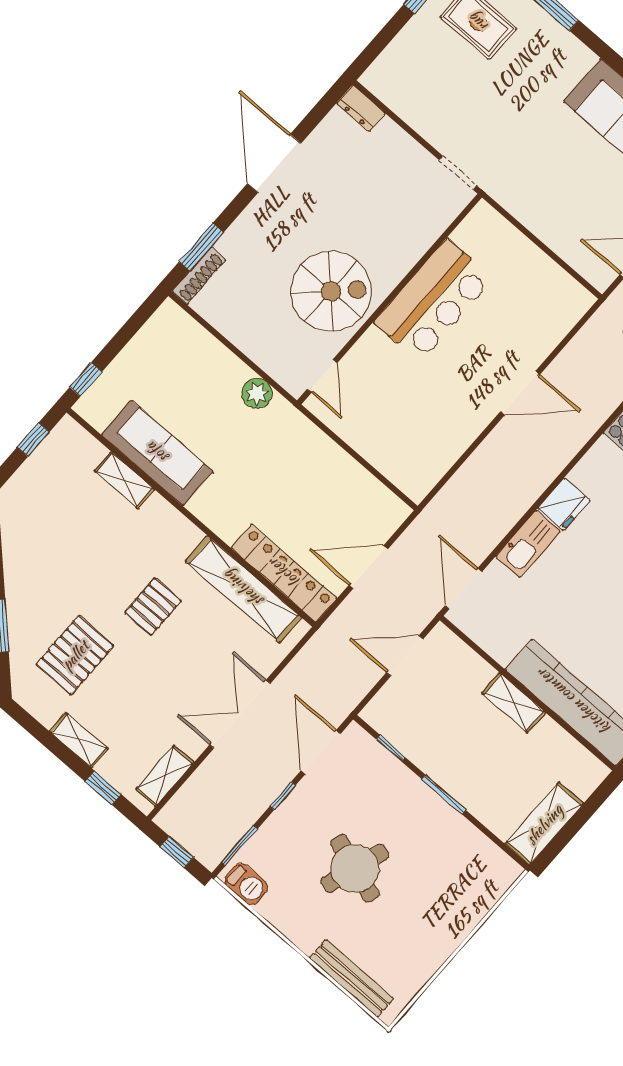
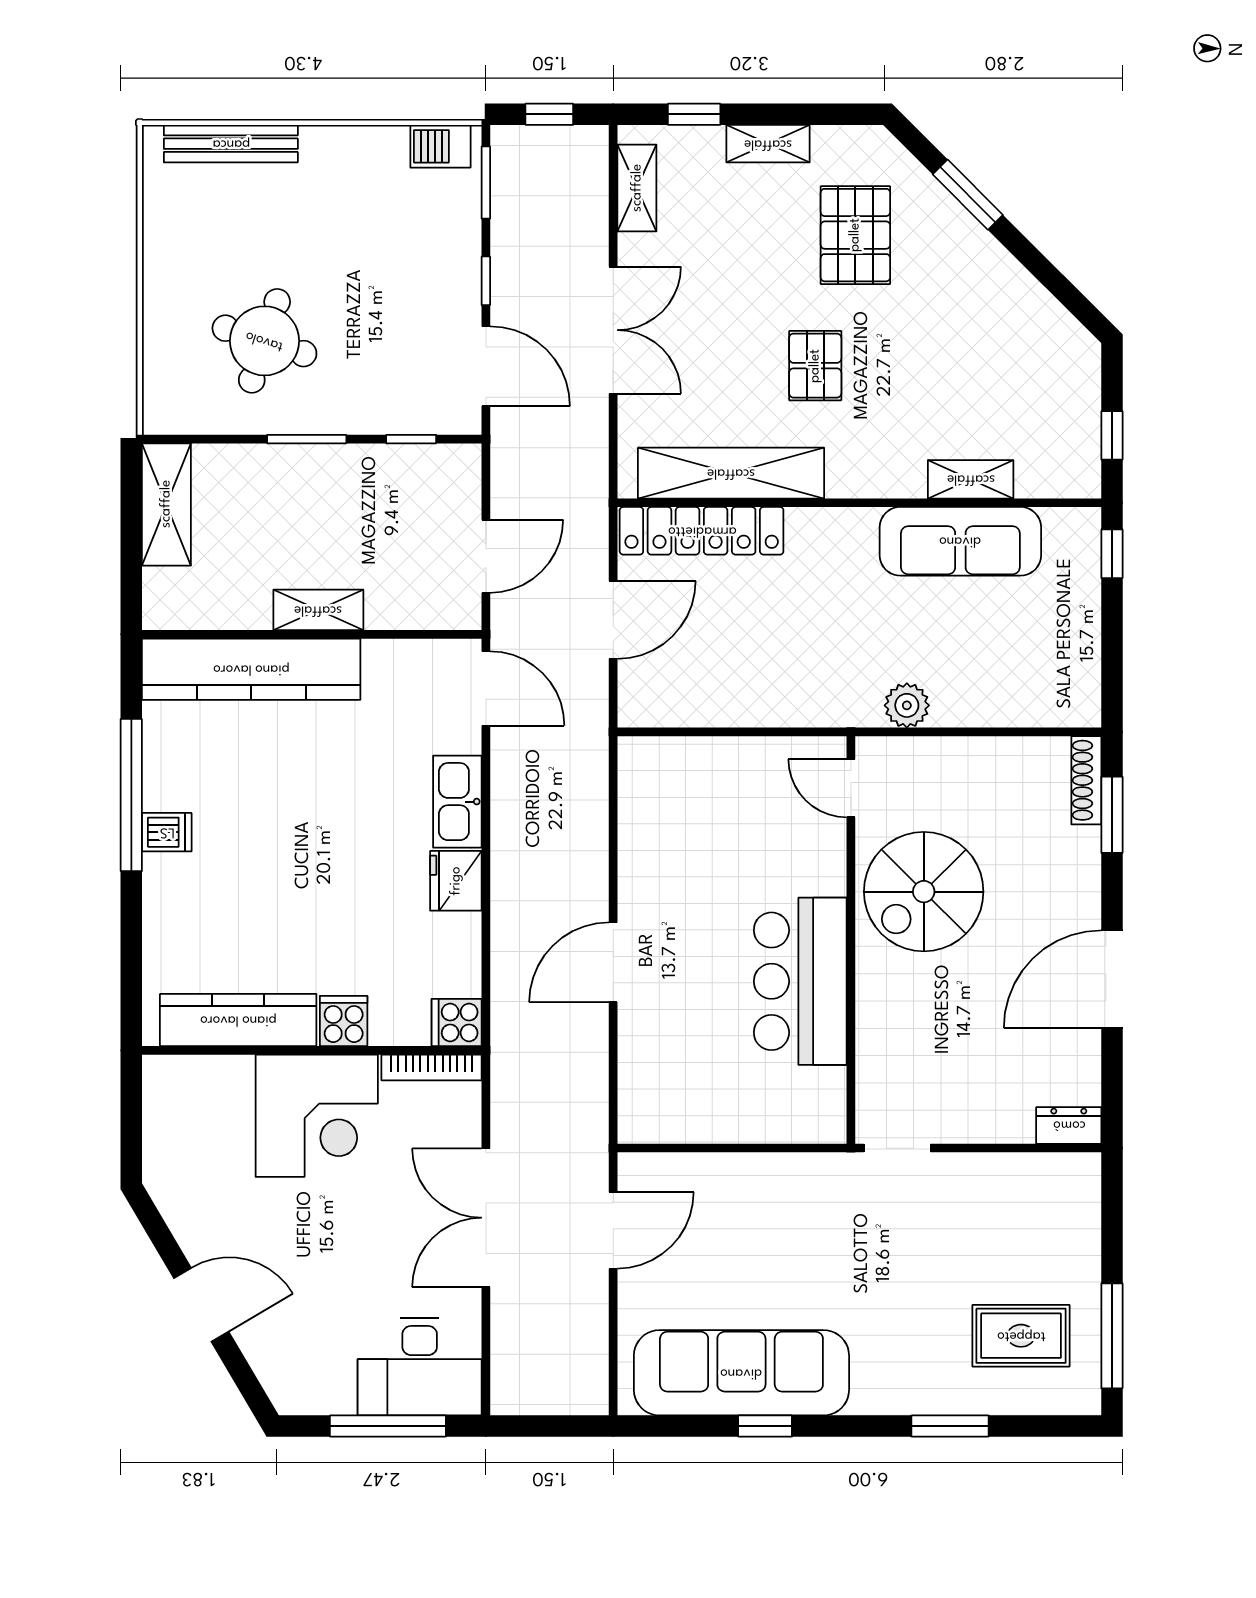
door: (274, 163) -> (1112, 979), swing flipped
round table: (355, 868) -> (264, 341), moved

